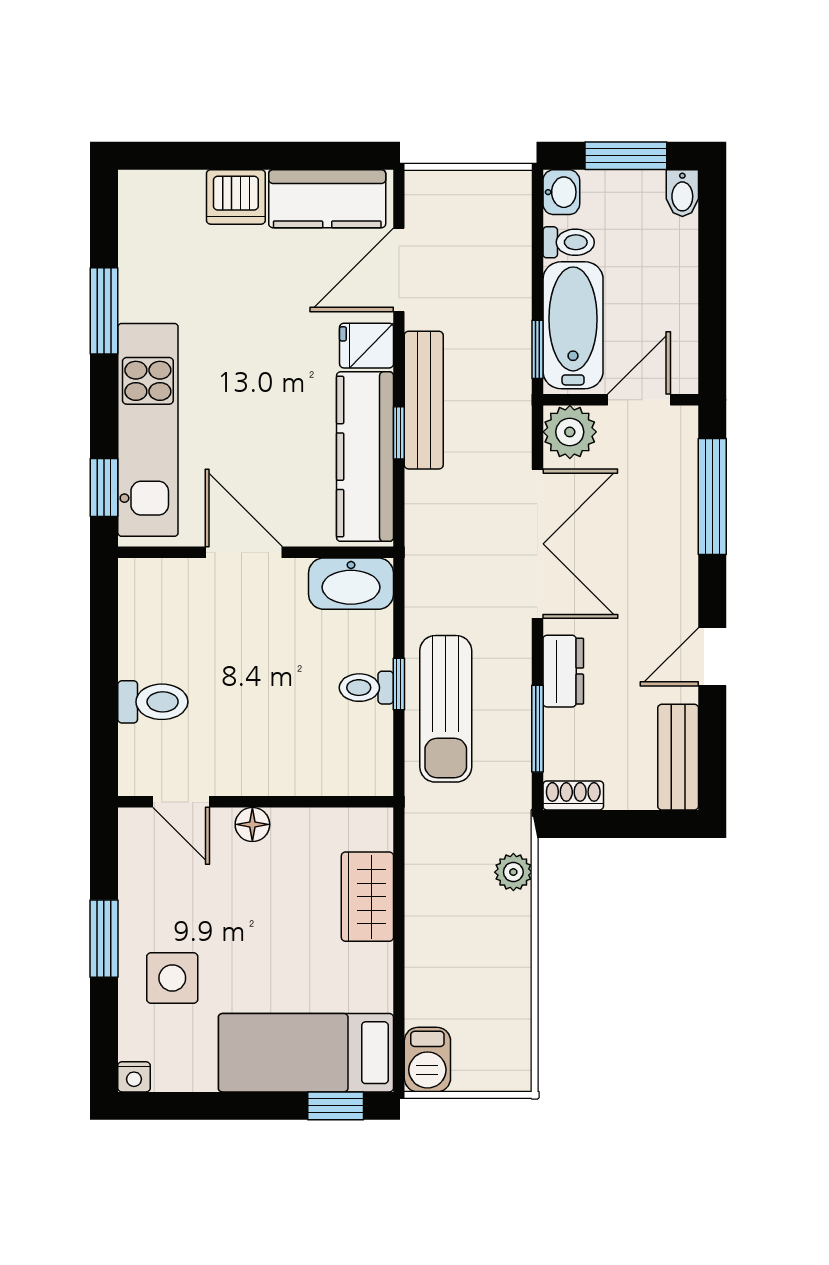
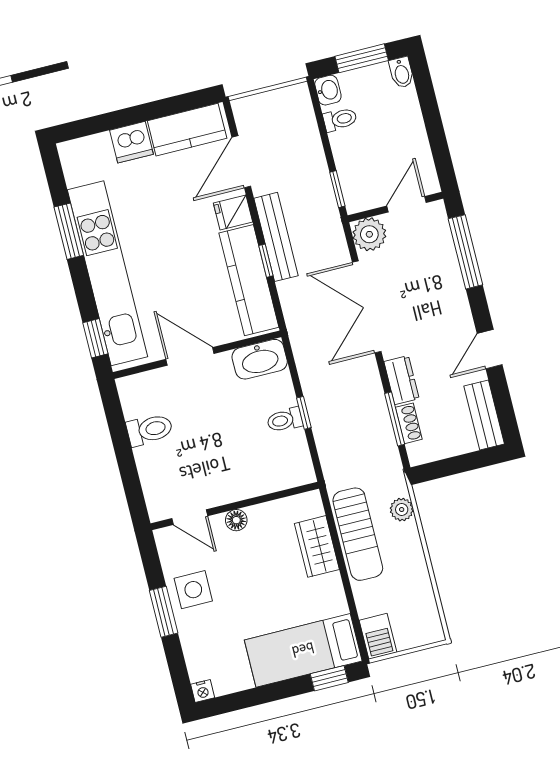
bathtub: (573, 325) -> (355, 169), removed
kitchen unit: (148, 430) -> (107, 273), width x1.36
double door: (537, 544) -> (367, 307), swing flipped
toilet: (153, 702) -> (150, 430), moved
sun lounger: (446, 709) -> (358, 534), moved
shoe rack: (573, 795) -> (409, 423), moved, turned 90
side table: (172, 978) -> (193, 590), moved

